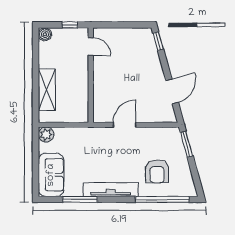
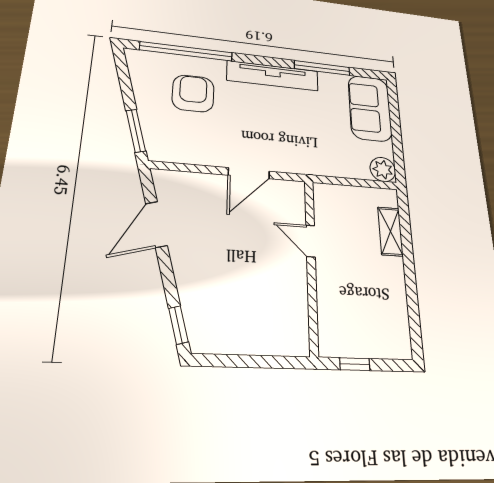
boiler: (45, 34) -> (400, 347), removed
door: (91, 47) -> (311, 241), moved
shelving: (47, 90) -> (390, 231), width x0.67, depth x0.75

